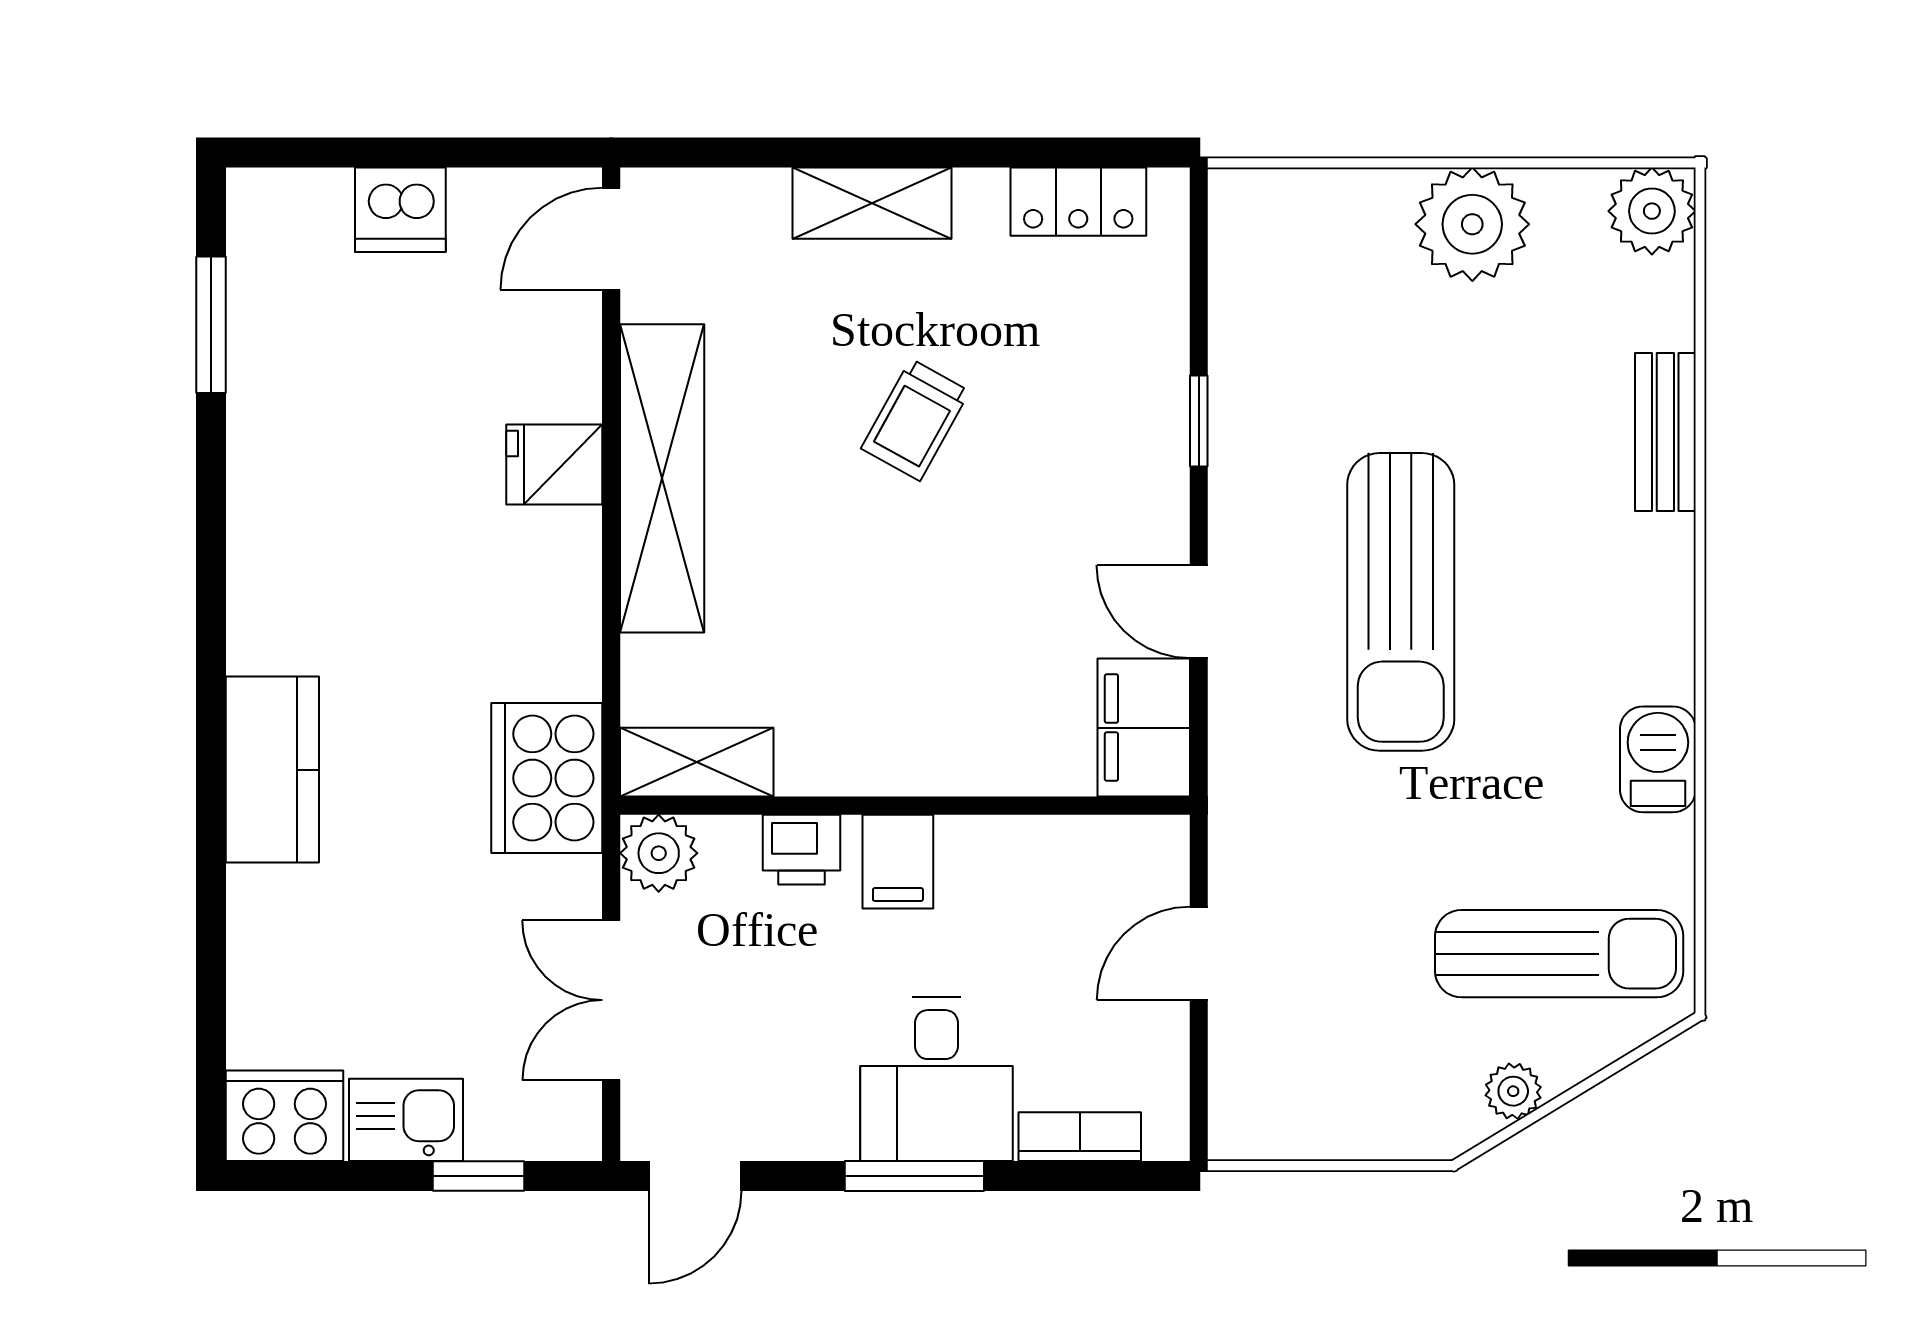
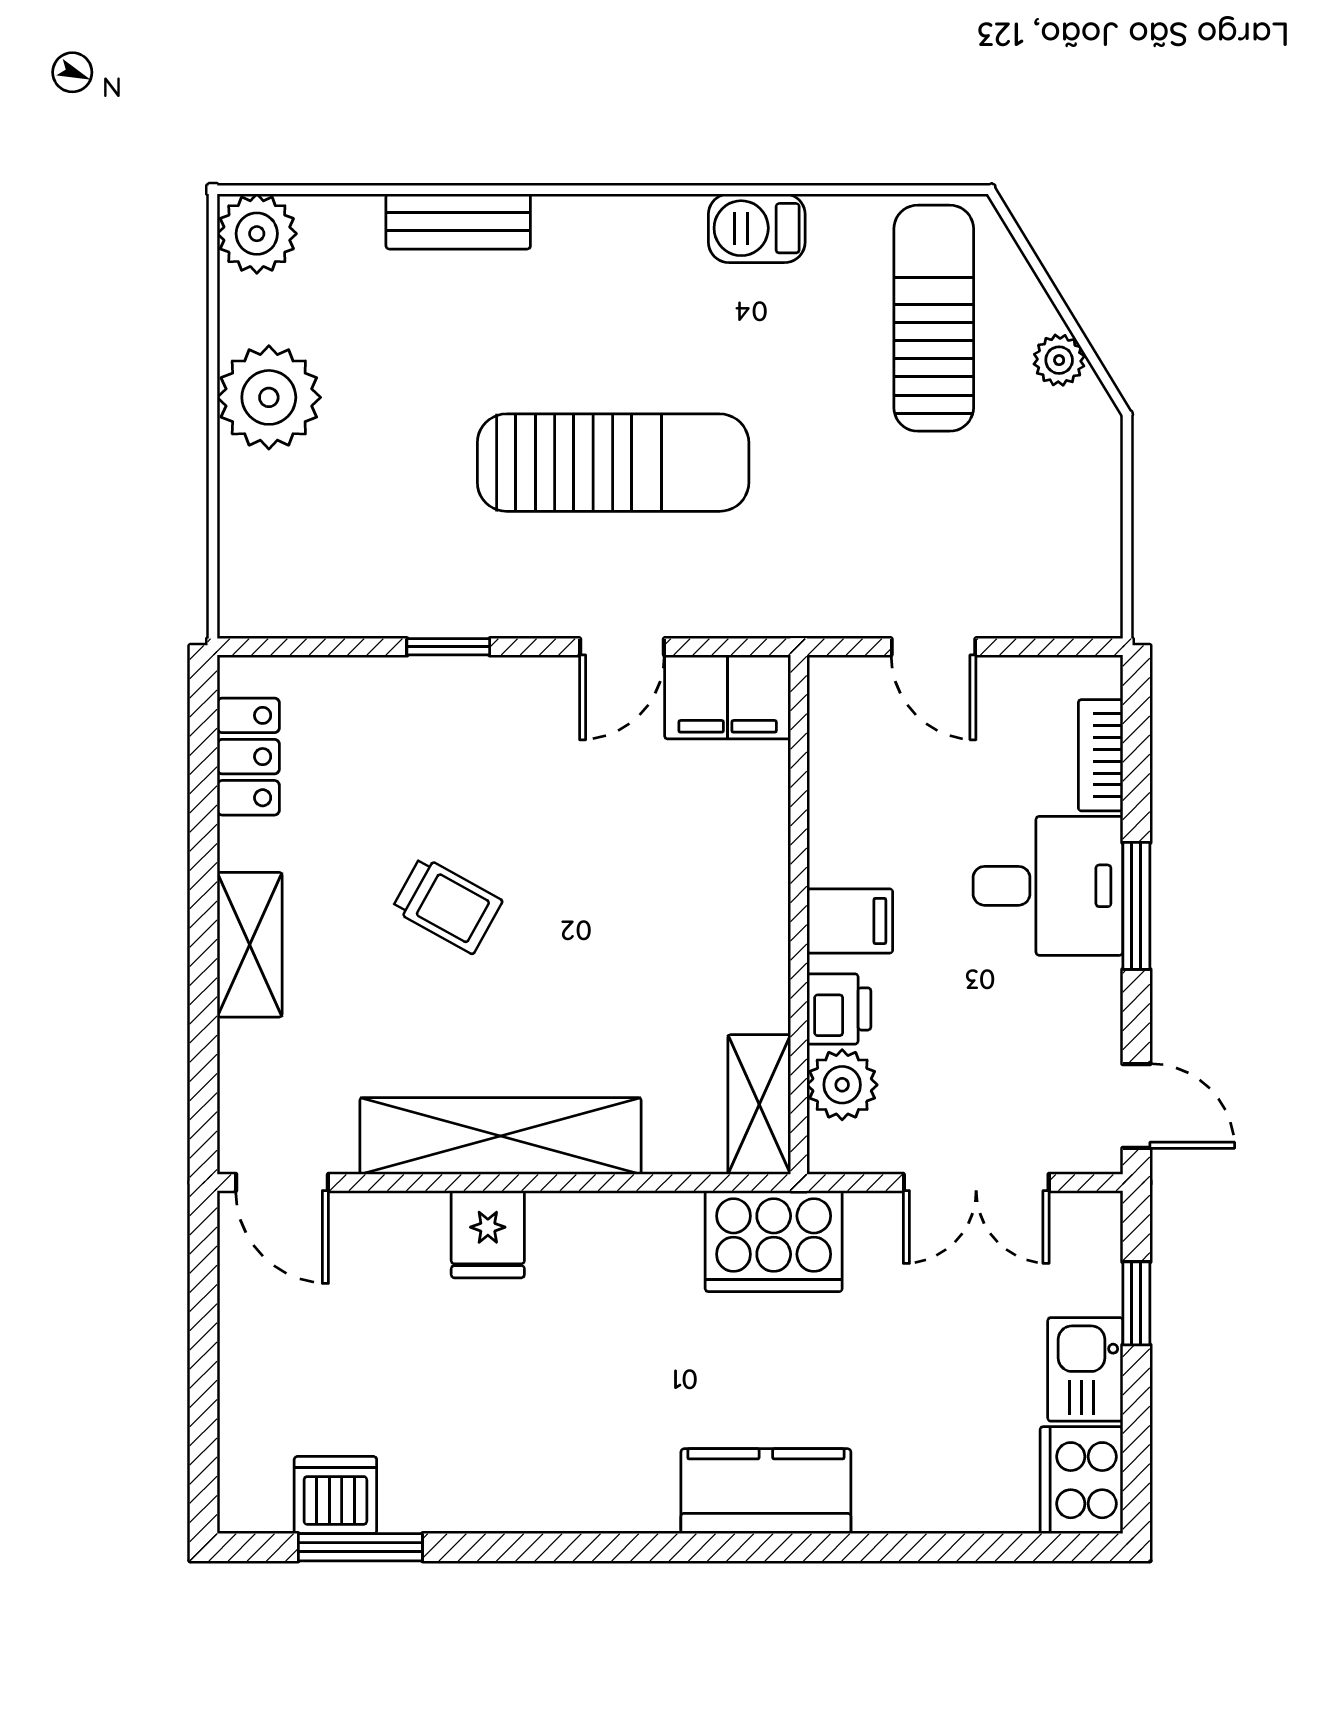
dishwasher: (400, 210) -> (335, 1495), moved, turned -90
plant: (659, 853) -> (842, 1085), moved

